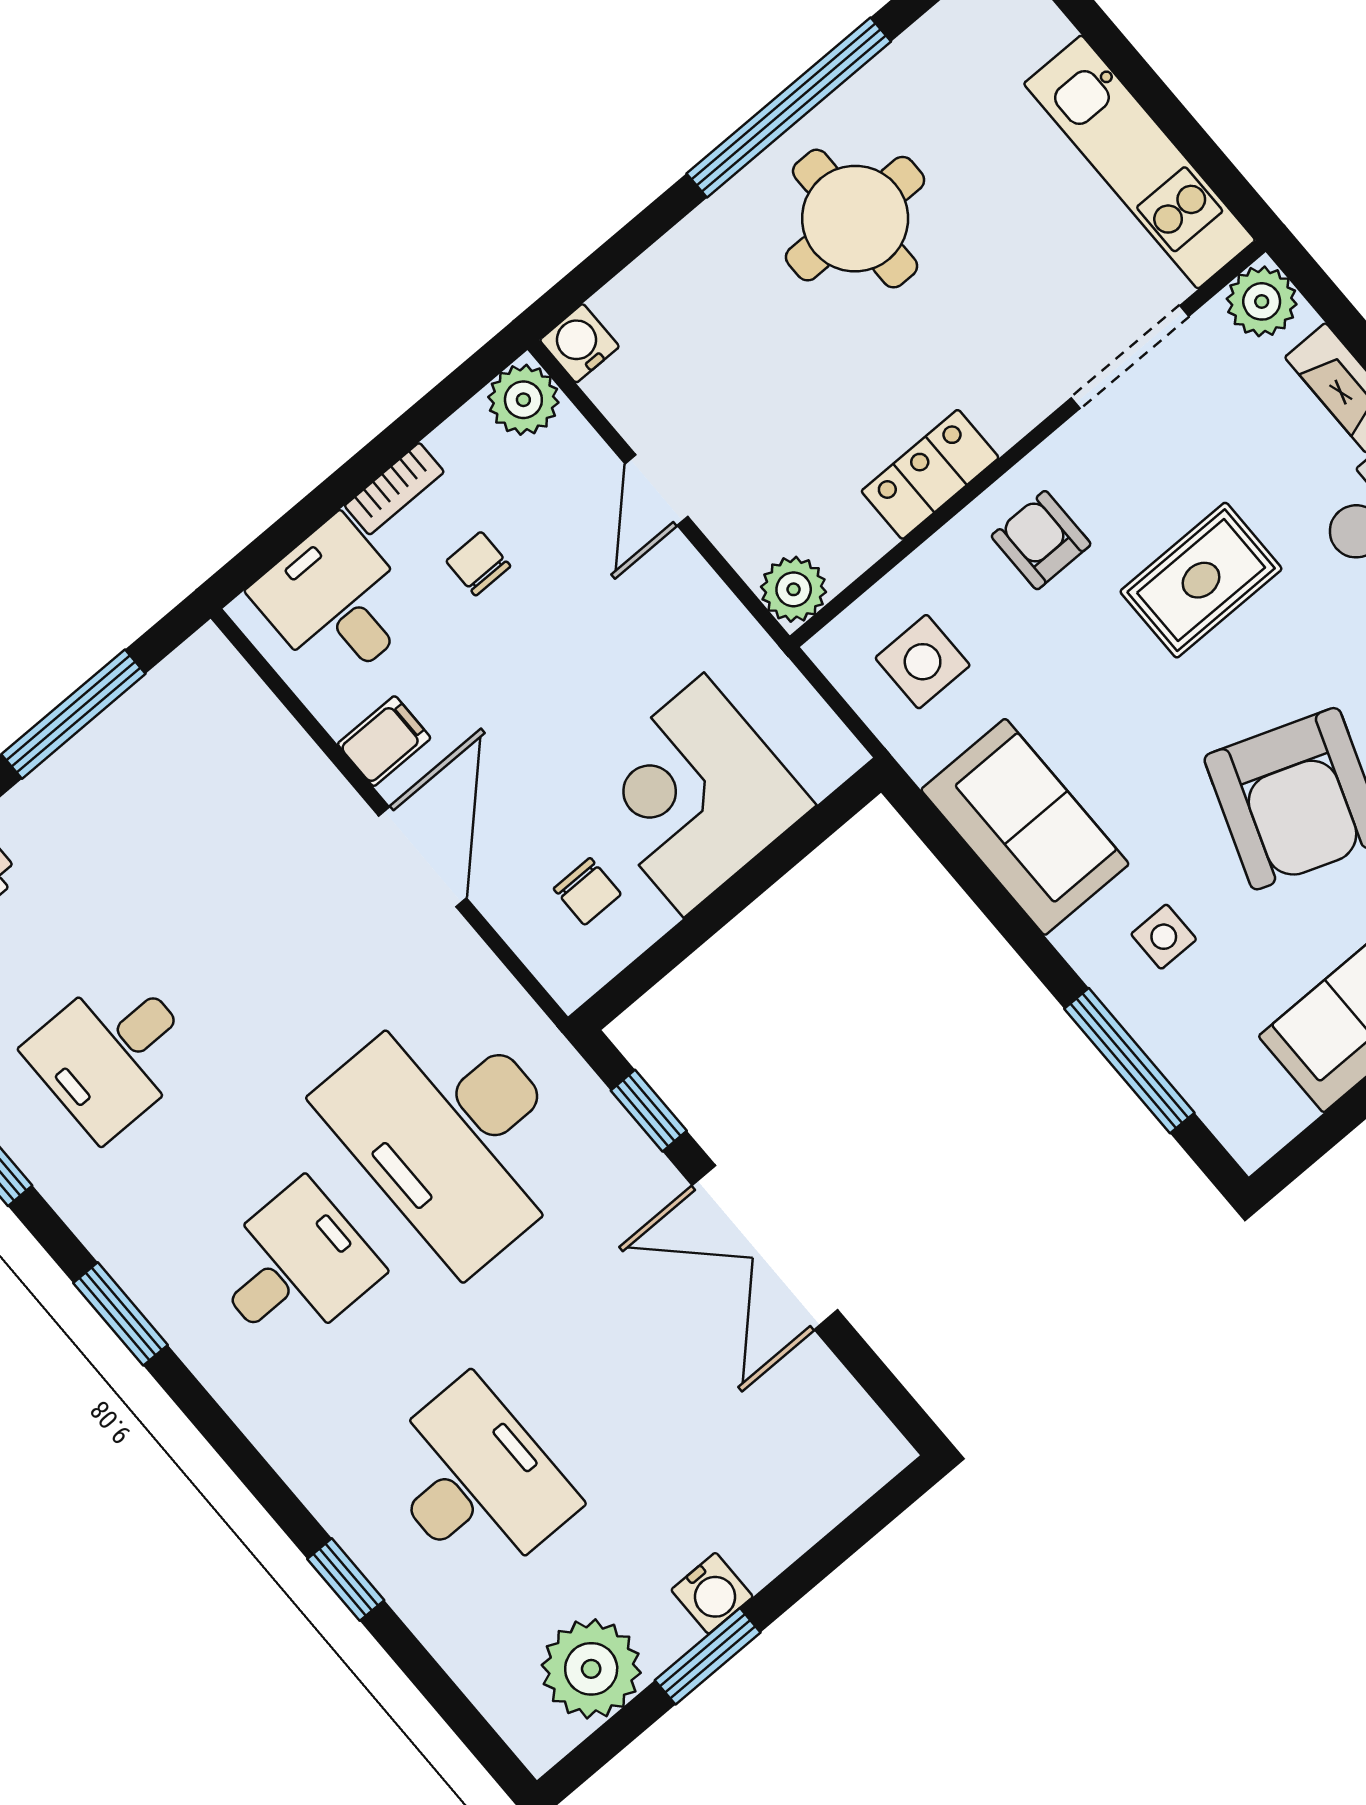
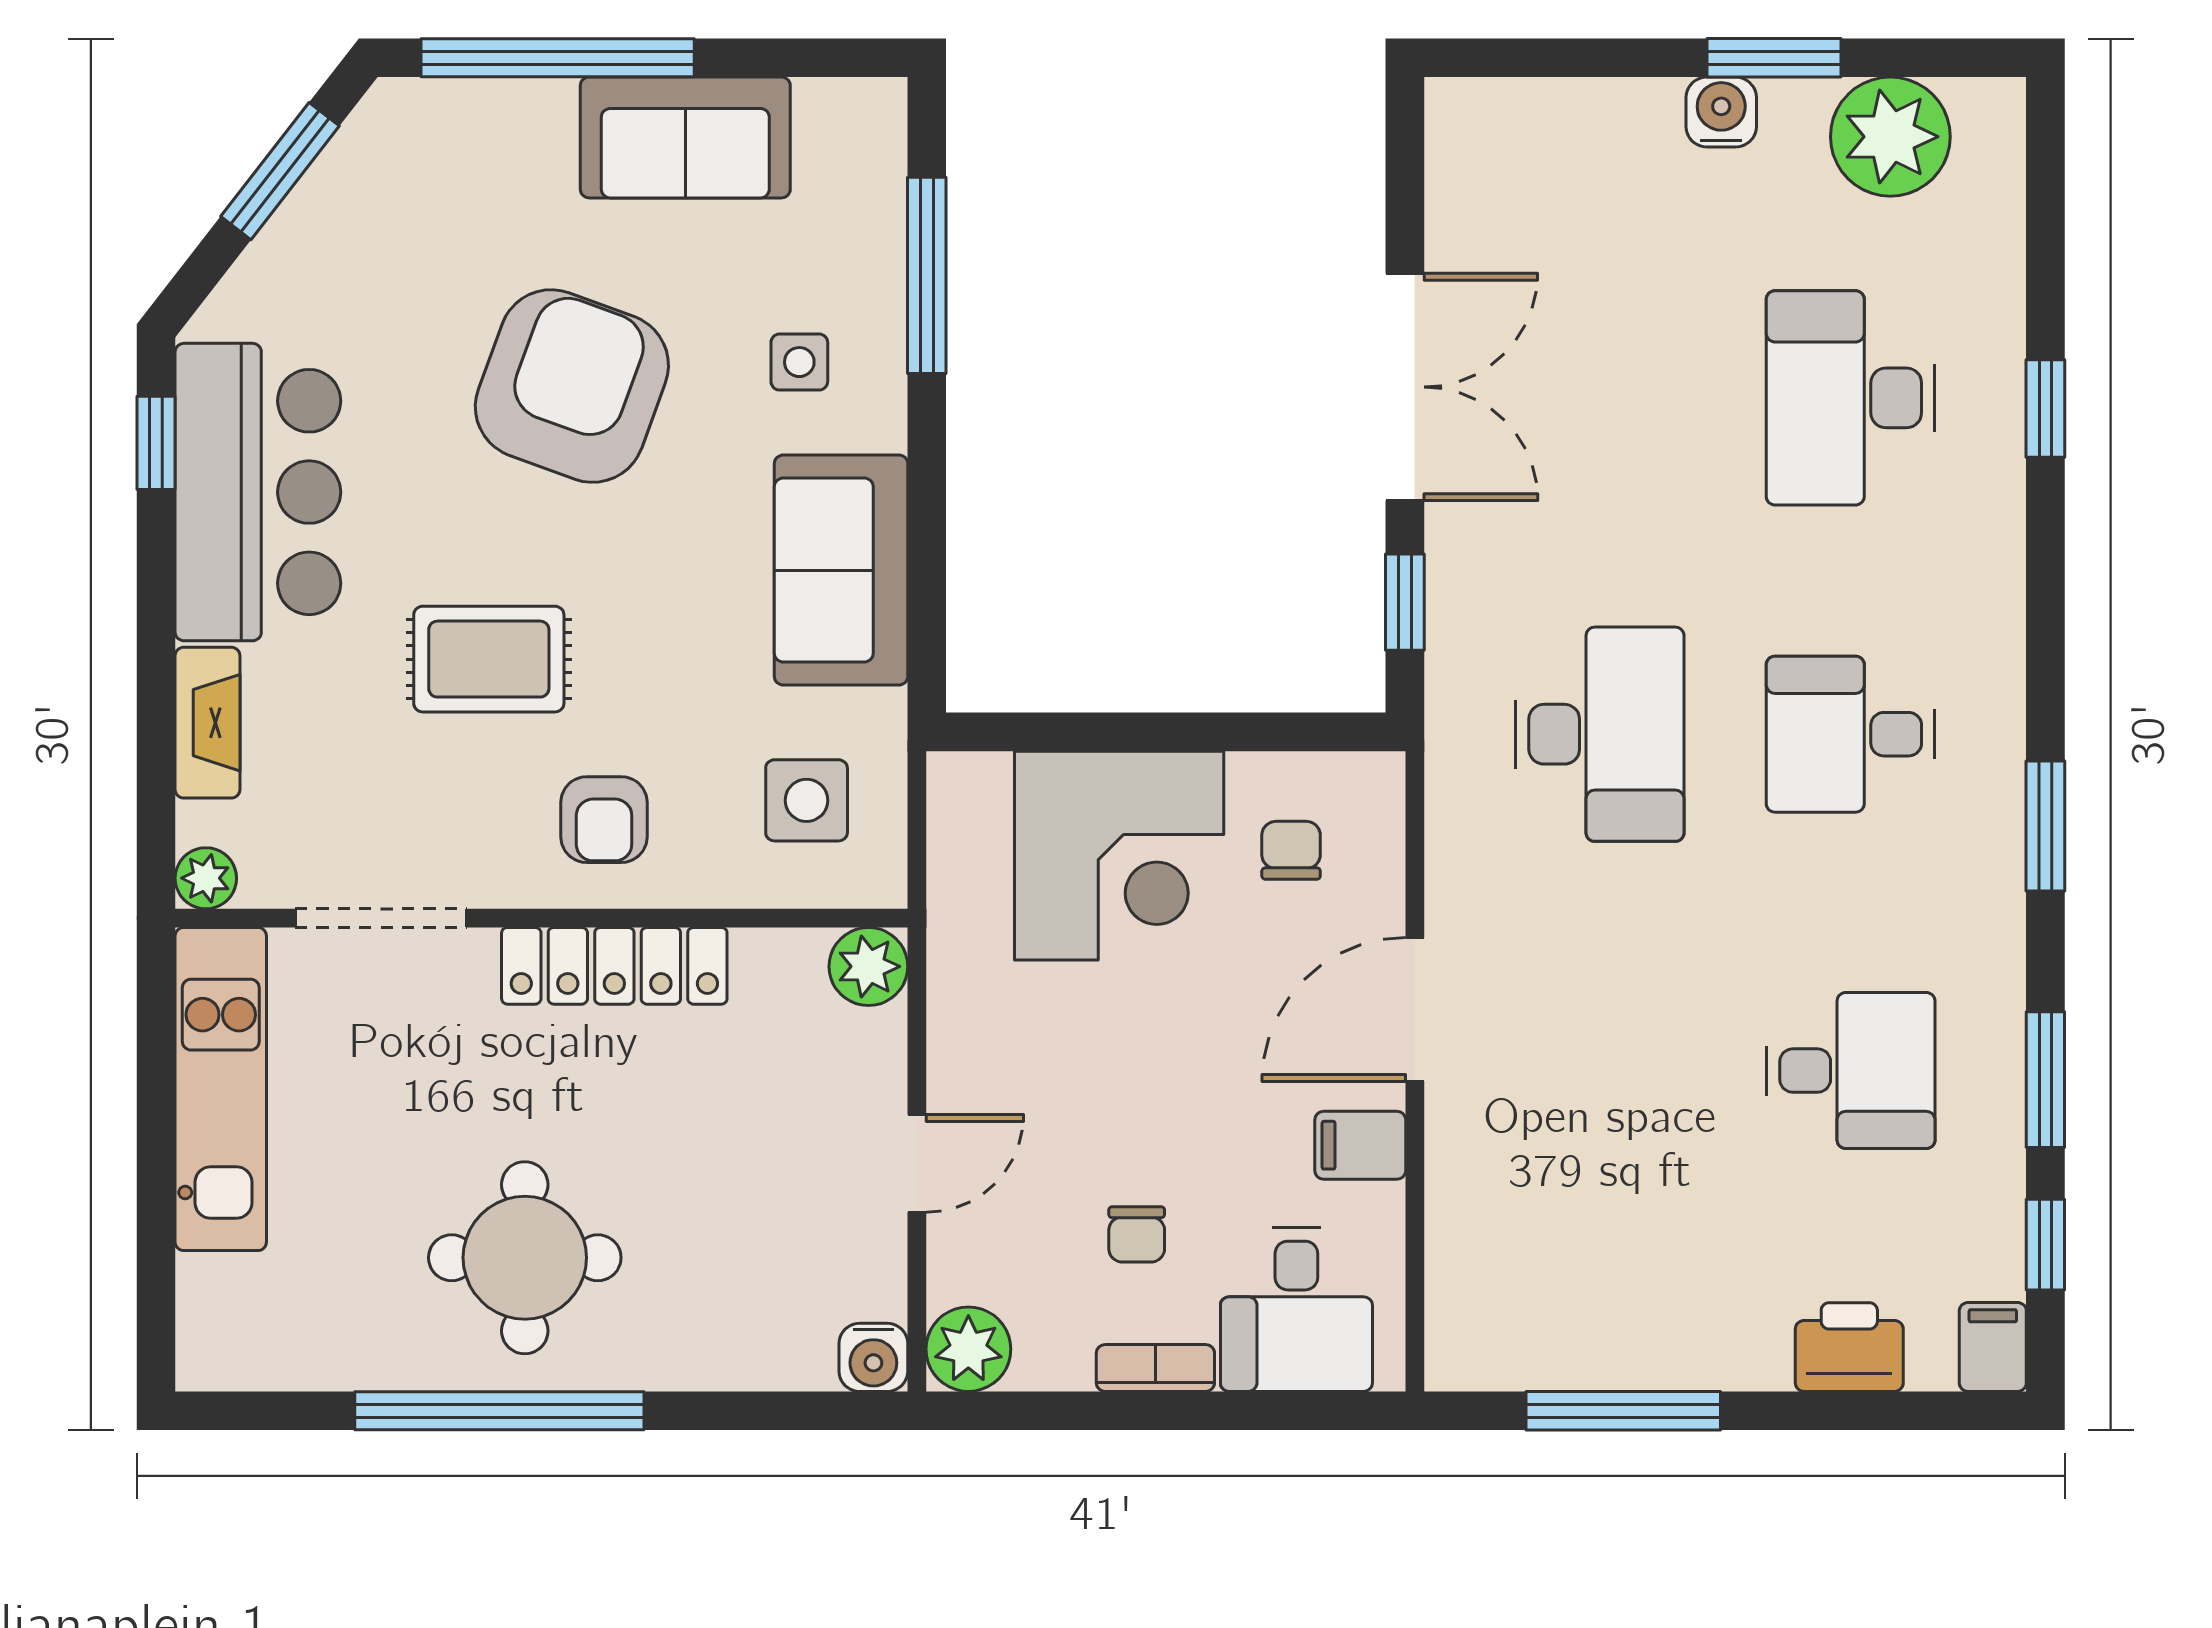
plant: (1262, 301) -> (206, 878), width x0.73, depth x0.73
locker: (930, 474) -> (614, 966), width x1.53
desk: (454, 1132) -> (1600, 734), width x0.73, depth x0.77

